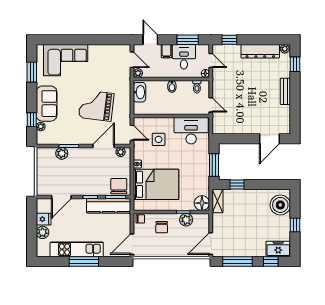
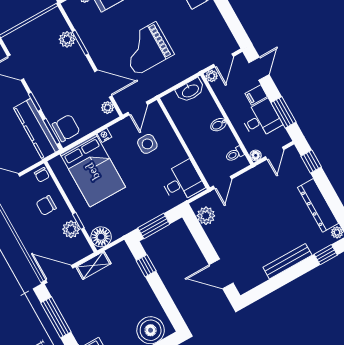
bench: (285, 91) -> (287, 261), width x1.36
grand piano: (96, 106) -> (146, 48), turned -97
plant: (226, 128) -> (206, 216), added
desk: (191, 131) -> (182, 182), width x0.73
shelving: (218, 201) -> (93, 265), moved

